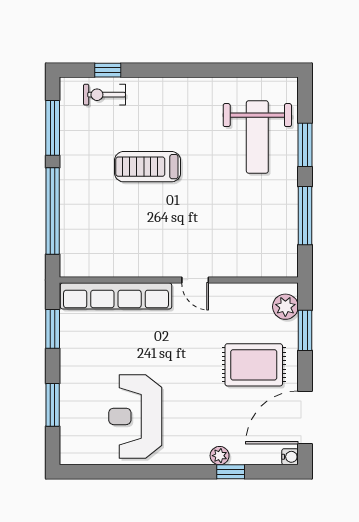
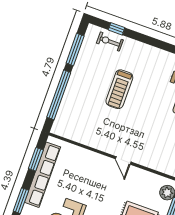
treadmill: (148, 167) -> (119, 89), turned -90
row of seats: (116, 296) -> (43, 175), moved, turned -90

